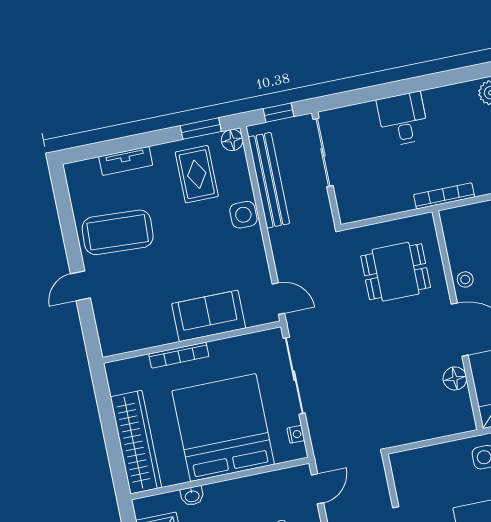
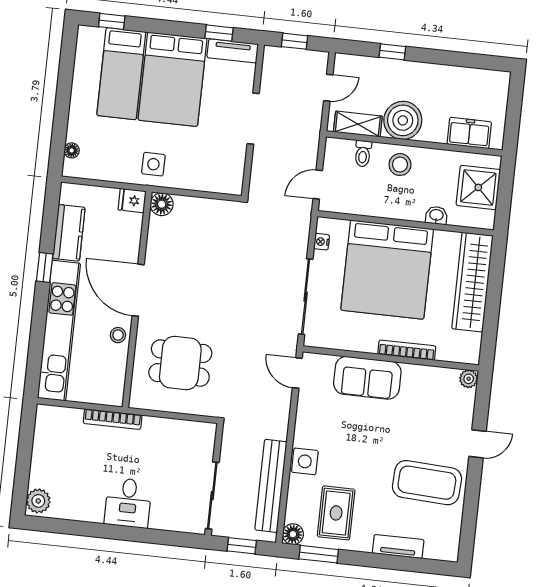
plant: (109, 347) -> (469, 379), added
floor lamp: (455, 378) -> (162, 204), moved

